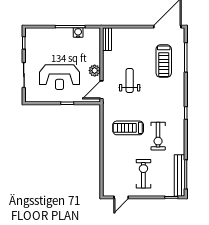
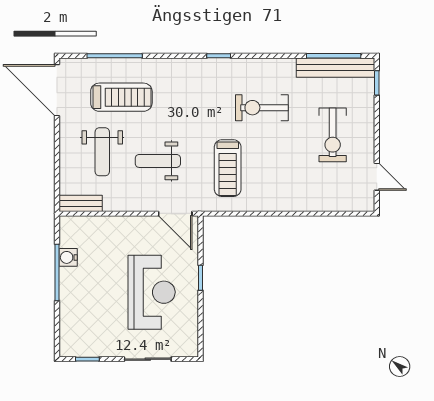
weight bench: (135, 51) -> (102, 152), added
plant: (95, 71) -> (139, 227), removed
treadmill: (128, 128) -> (228, 168), moved
exercise bike: (158, 136) -> (262, 108), turned 180
exercise bike: (143, 174) -> (333, 135), turned -90

